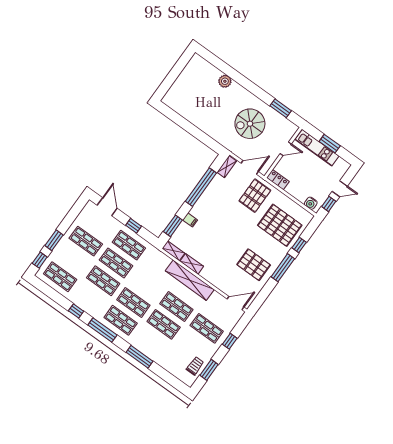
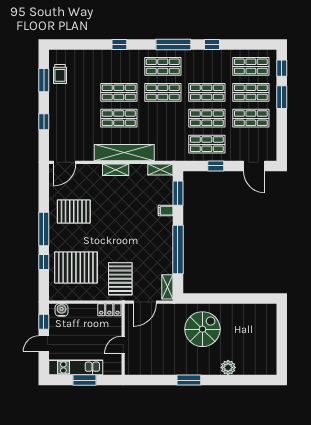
window: (281, 108) -> (189, 380), moved
spiral stairs: (250, 124) -> (202, 329), moved
kitchen unit: (317, 148) -> (76, 367), moved
shelving: (192, 264) -> (116, 170), moved
shop shelf: (207, 328) -> (251, 92), moved
window: (140, 357) -> (119, 45), width x0.46

